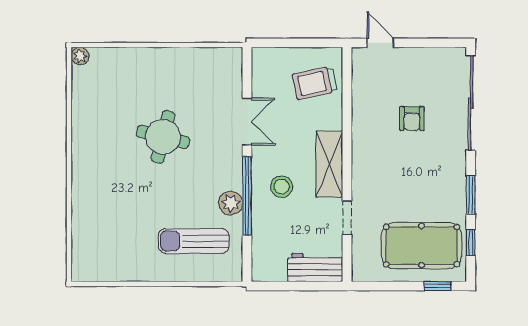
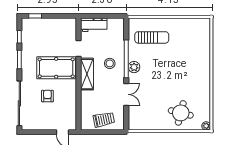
trolley: (315, 83) -> (104, 120), moved
double door: (247, 122) -> (126, 94), swing flipped
round table: (163, 137) -> (181, 113), moved
plant: (231, 203) -> (134, 67), moved
pool table: (422, 246) -> (56, 68), moved

